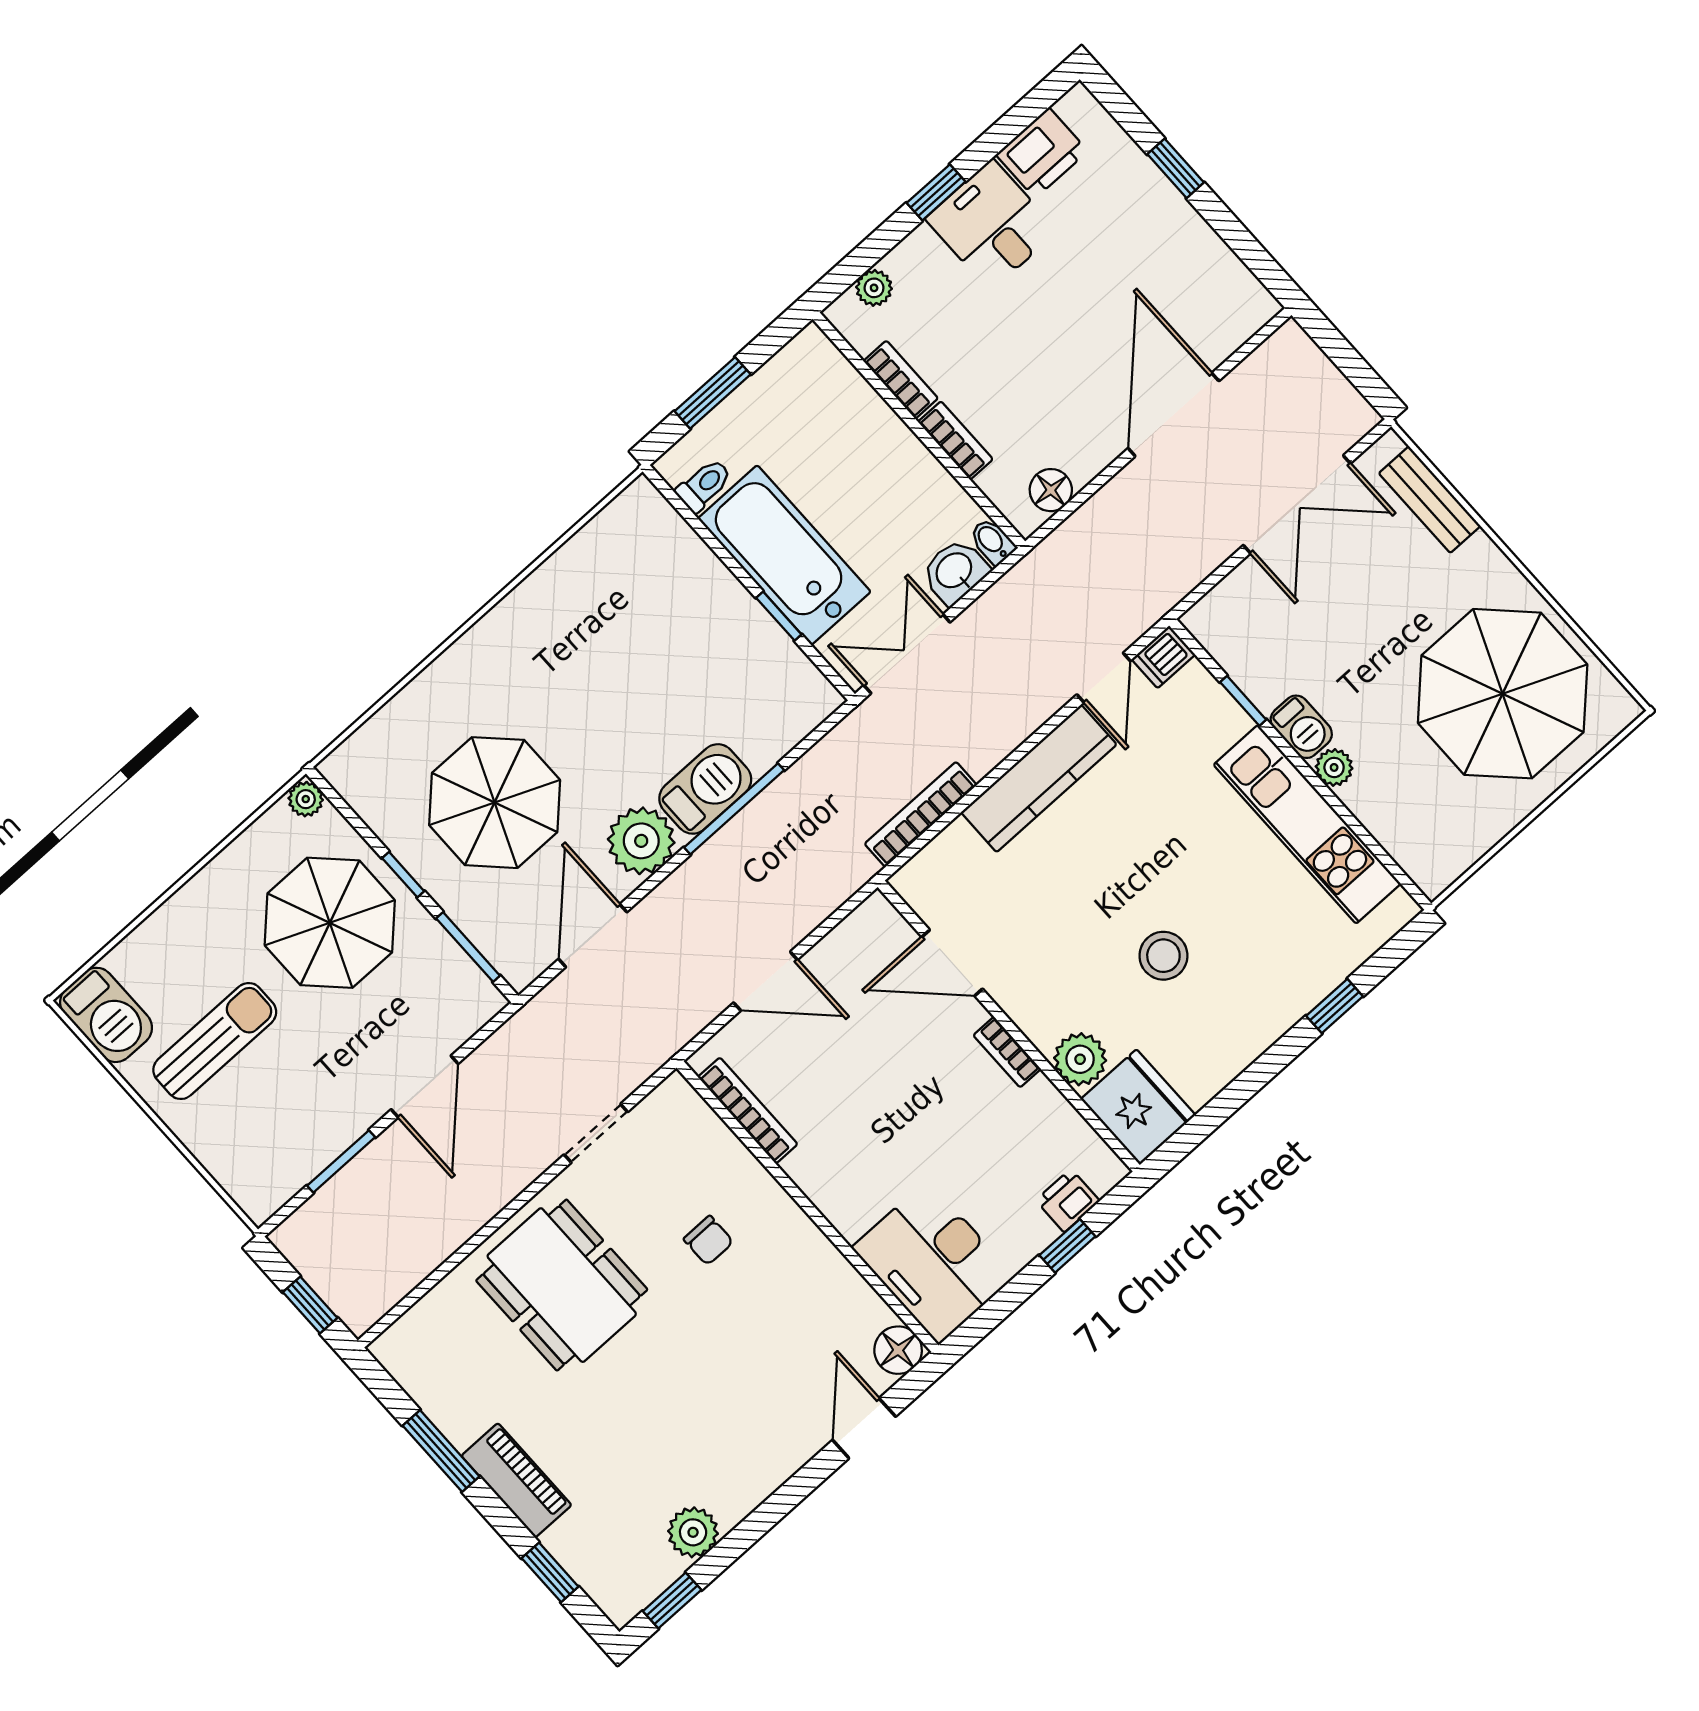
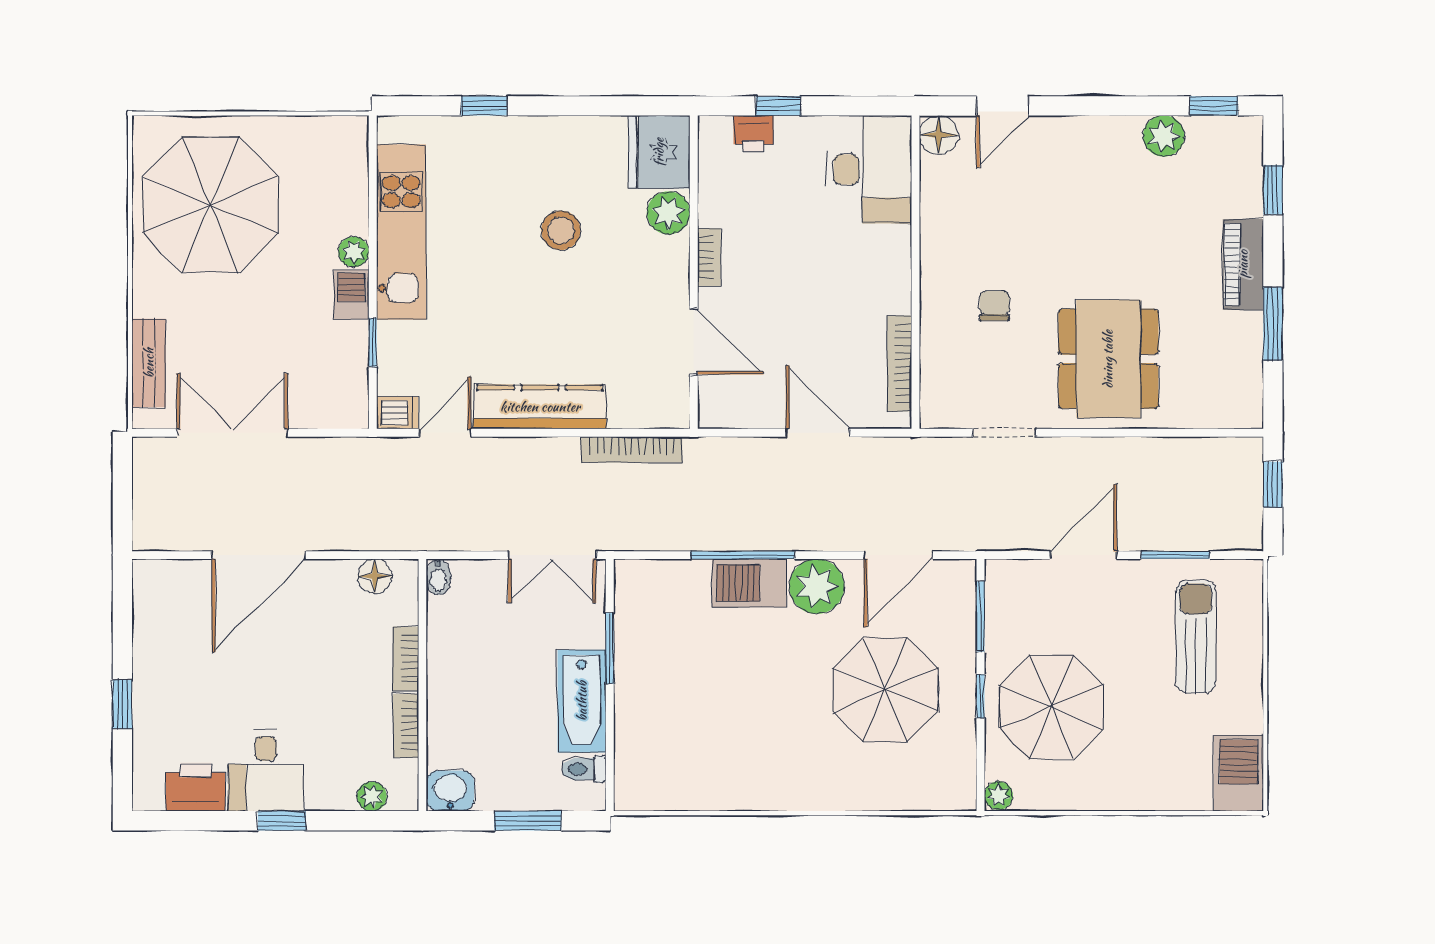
bathtub: (784, 555) -> (582, 701), width x0.73, depth x0.73
washbasin: (955, 571) -> (450, 791), moved, turned 180
window: (779, 616) -> (610, 648), width x1.50
sun lounger: (215, 1041) -> (1196, 637), moved, turned 90

